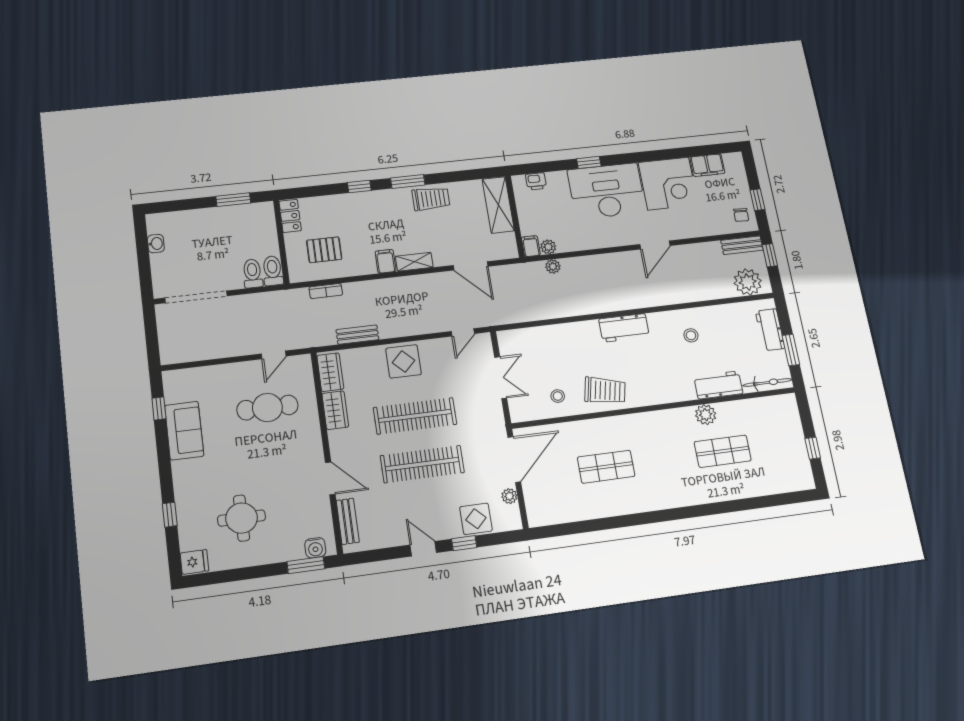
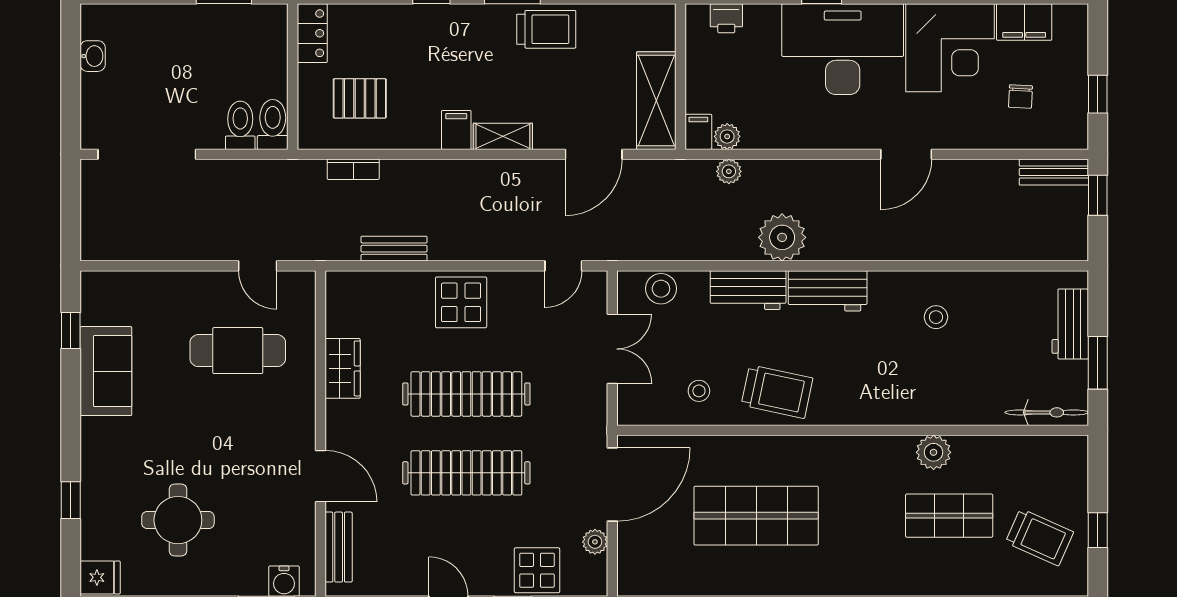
shelving: (498, 205) -> (656, 101), moved
chair: (741, 215) -> (1020, 97), moved
door: (471, 266) -> (594, 154), hinge flipped
plant: (748, 282) -> (782, 237), moved
stool: (524, 339) -> (661, 289), added
door: (274, 355) -> (258, 266), hinge flipped
wardrobe: (330, 372) -> (343, 305), removed
workbench: (718, 385) -> (748, 290), moved, turned 180
trolley: (779, 457) -> (1039, 537), added
shop shelf: (606, 467) -> (756, 516), width x1.43, depth x1.36

